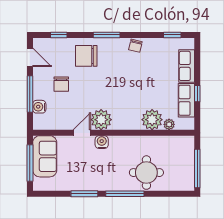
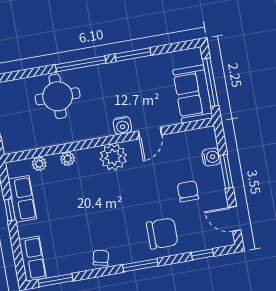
window: (172, 35) -> (56, 280), width x1.50
row of seats: (187, 66) -> (33, 259), moved
window: (30, 94) -> (226, 171), width x0.69
plant: (101, 120) -> (113, 157), moved
plant: (152, 120) -> (68, 159), width x0.53, depth x0.53

